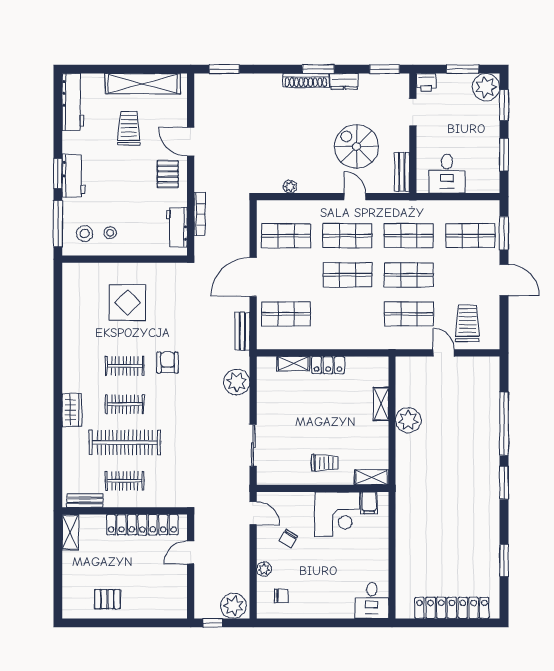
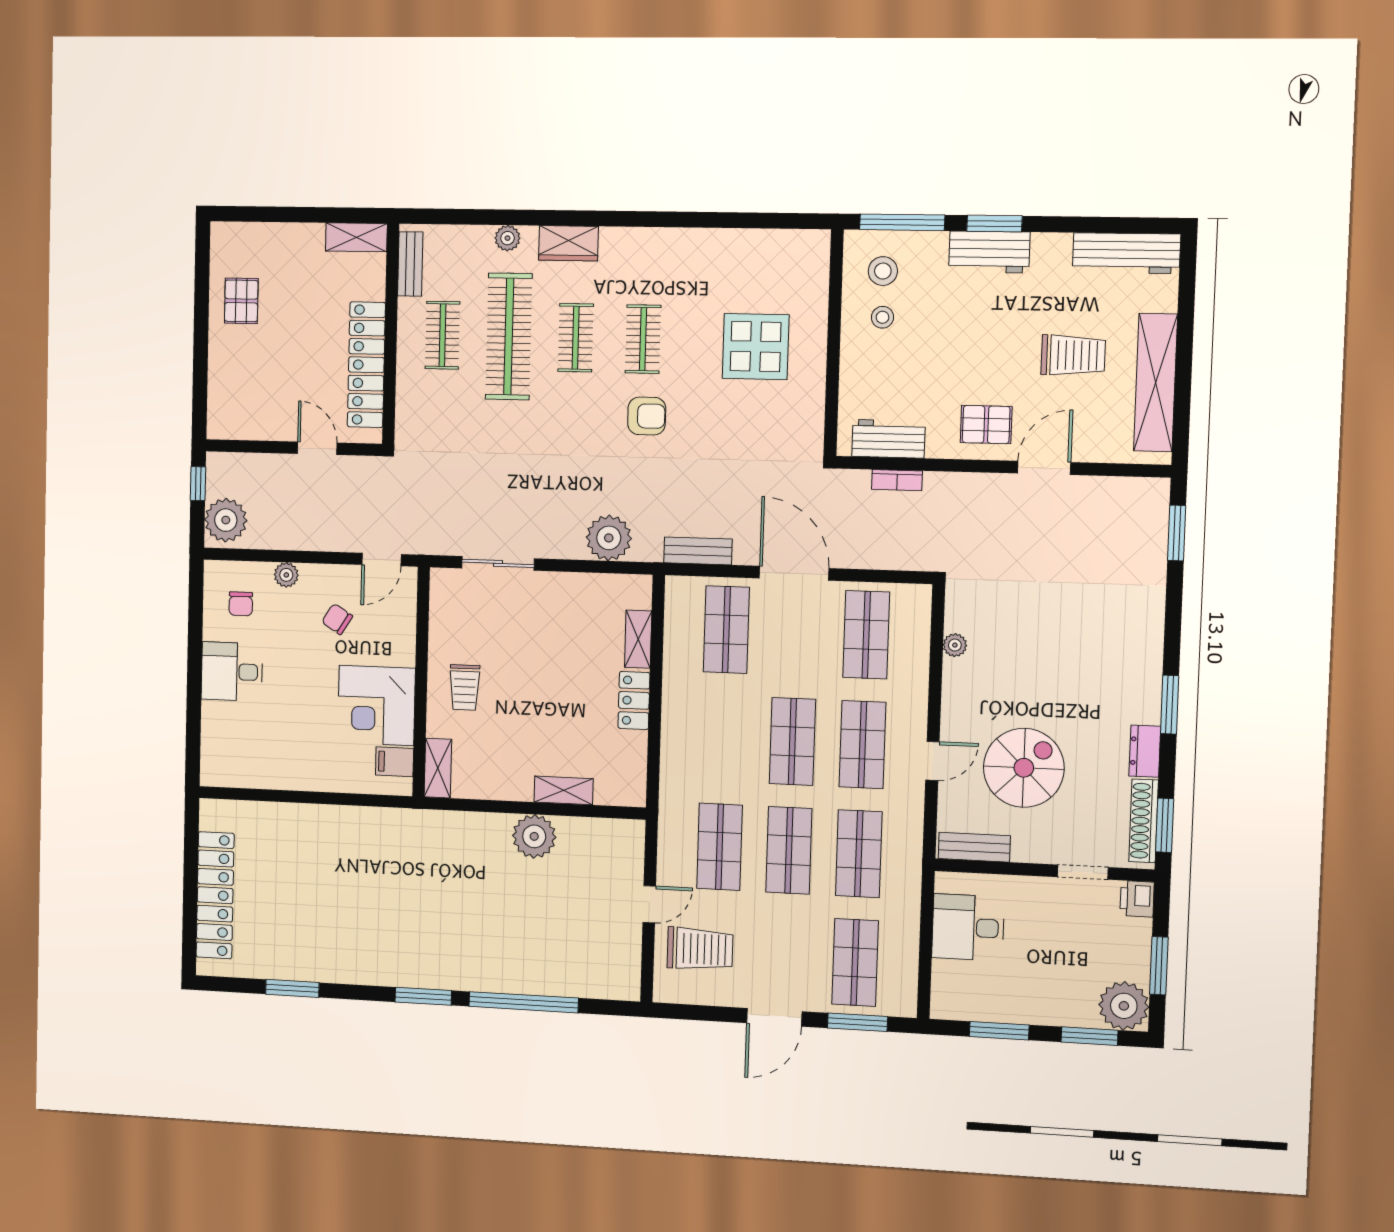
shoe rack: (306, 81) -> (1144, 821), moved
bookcase: (200, 214) -> (897, 480), width x0.64
plant: (69, 445) -> (508, 238), added
desk: (372, 600) -> (232, 672), moved

